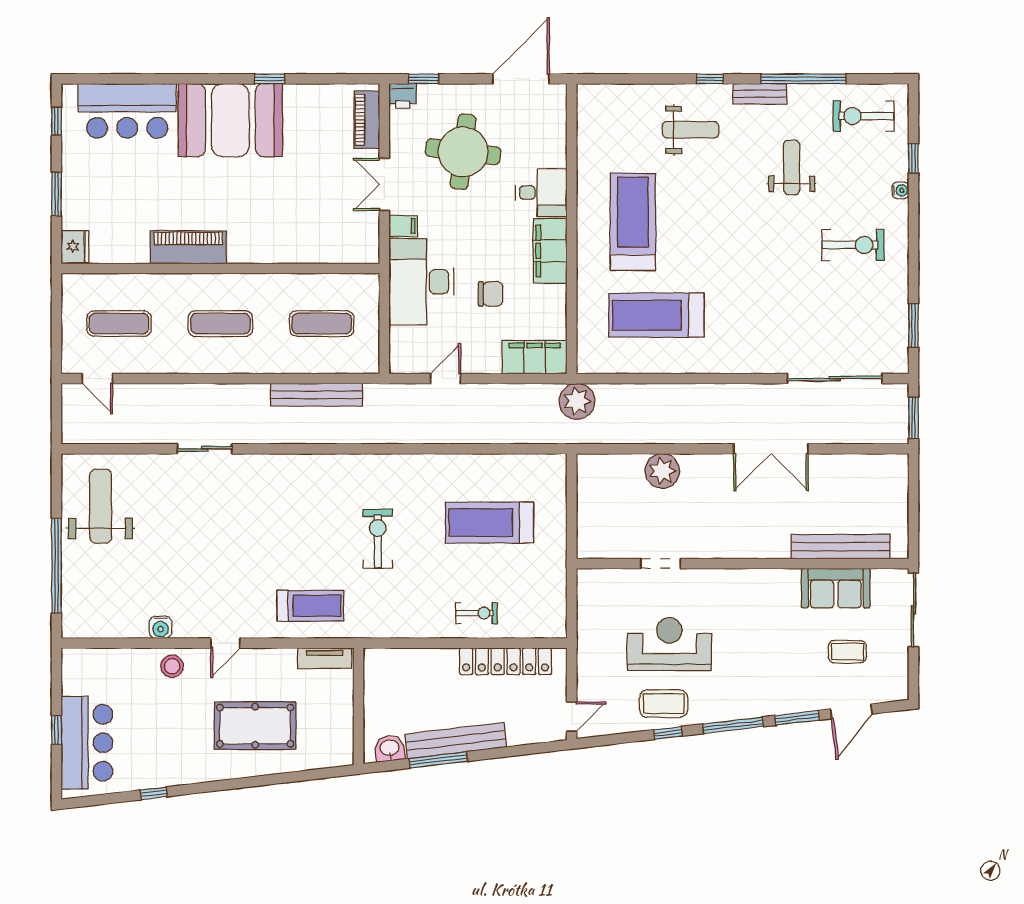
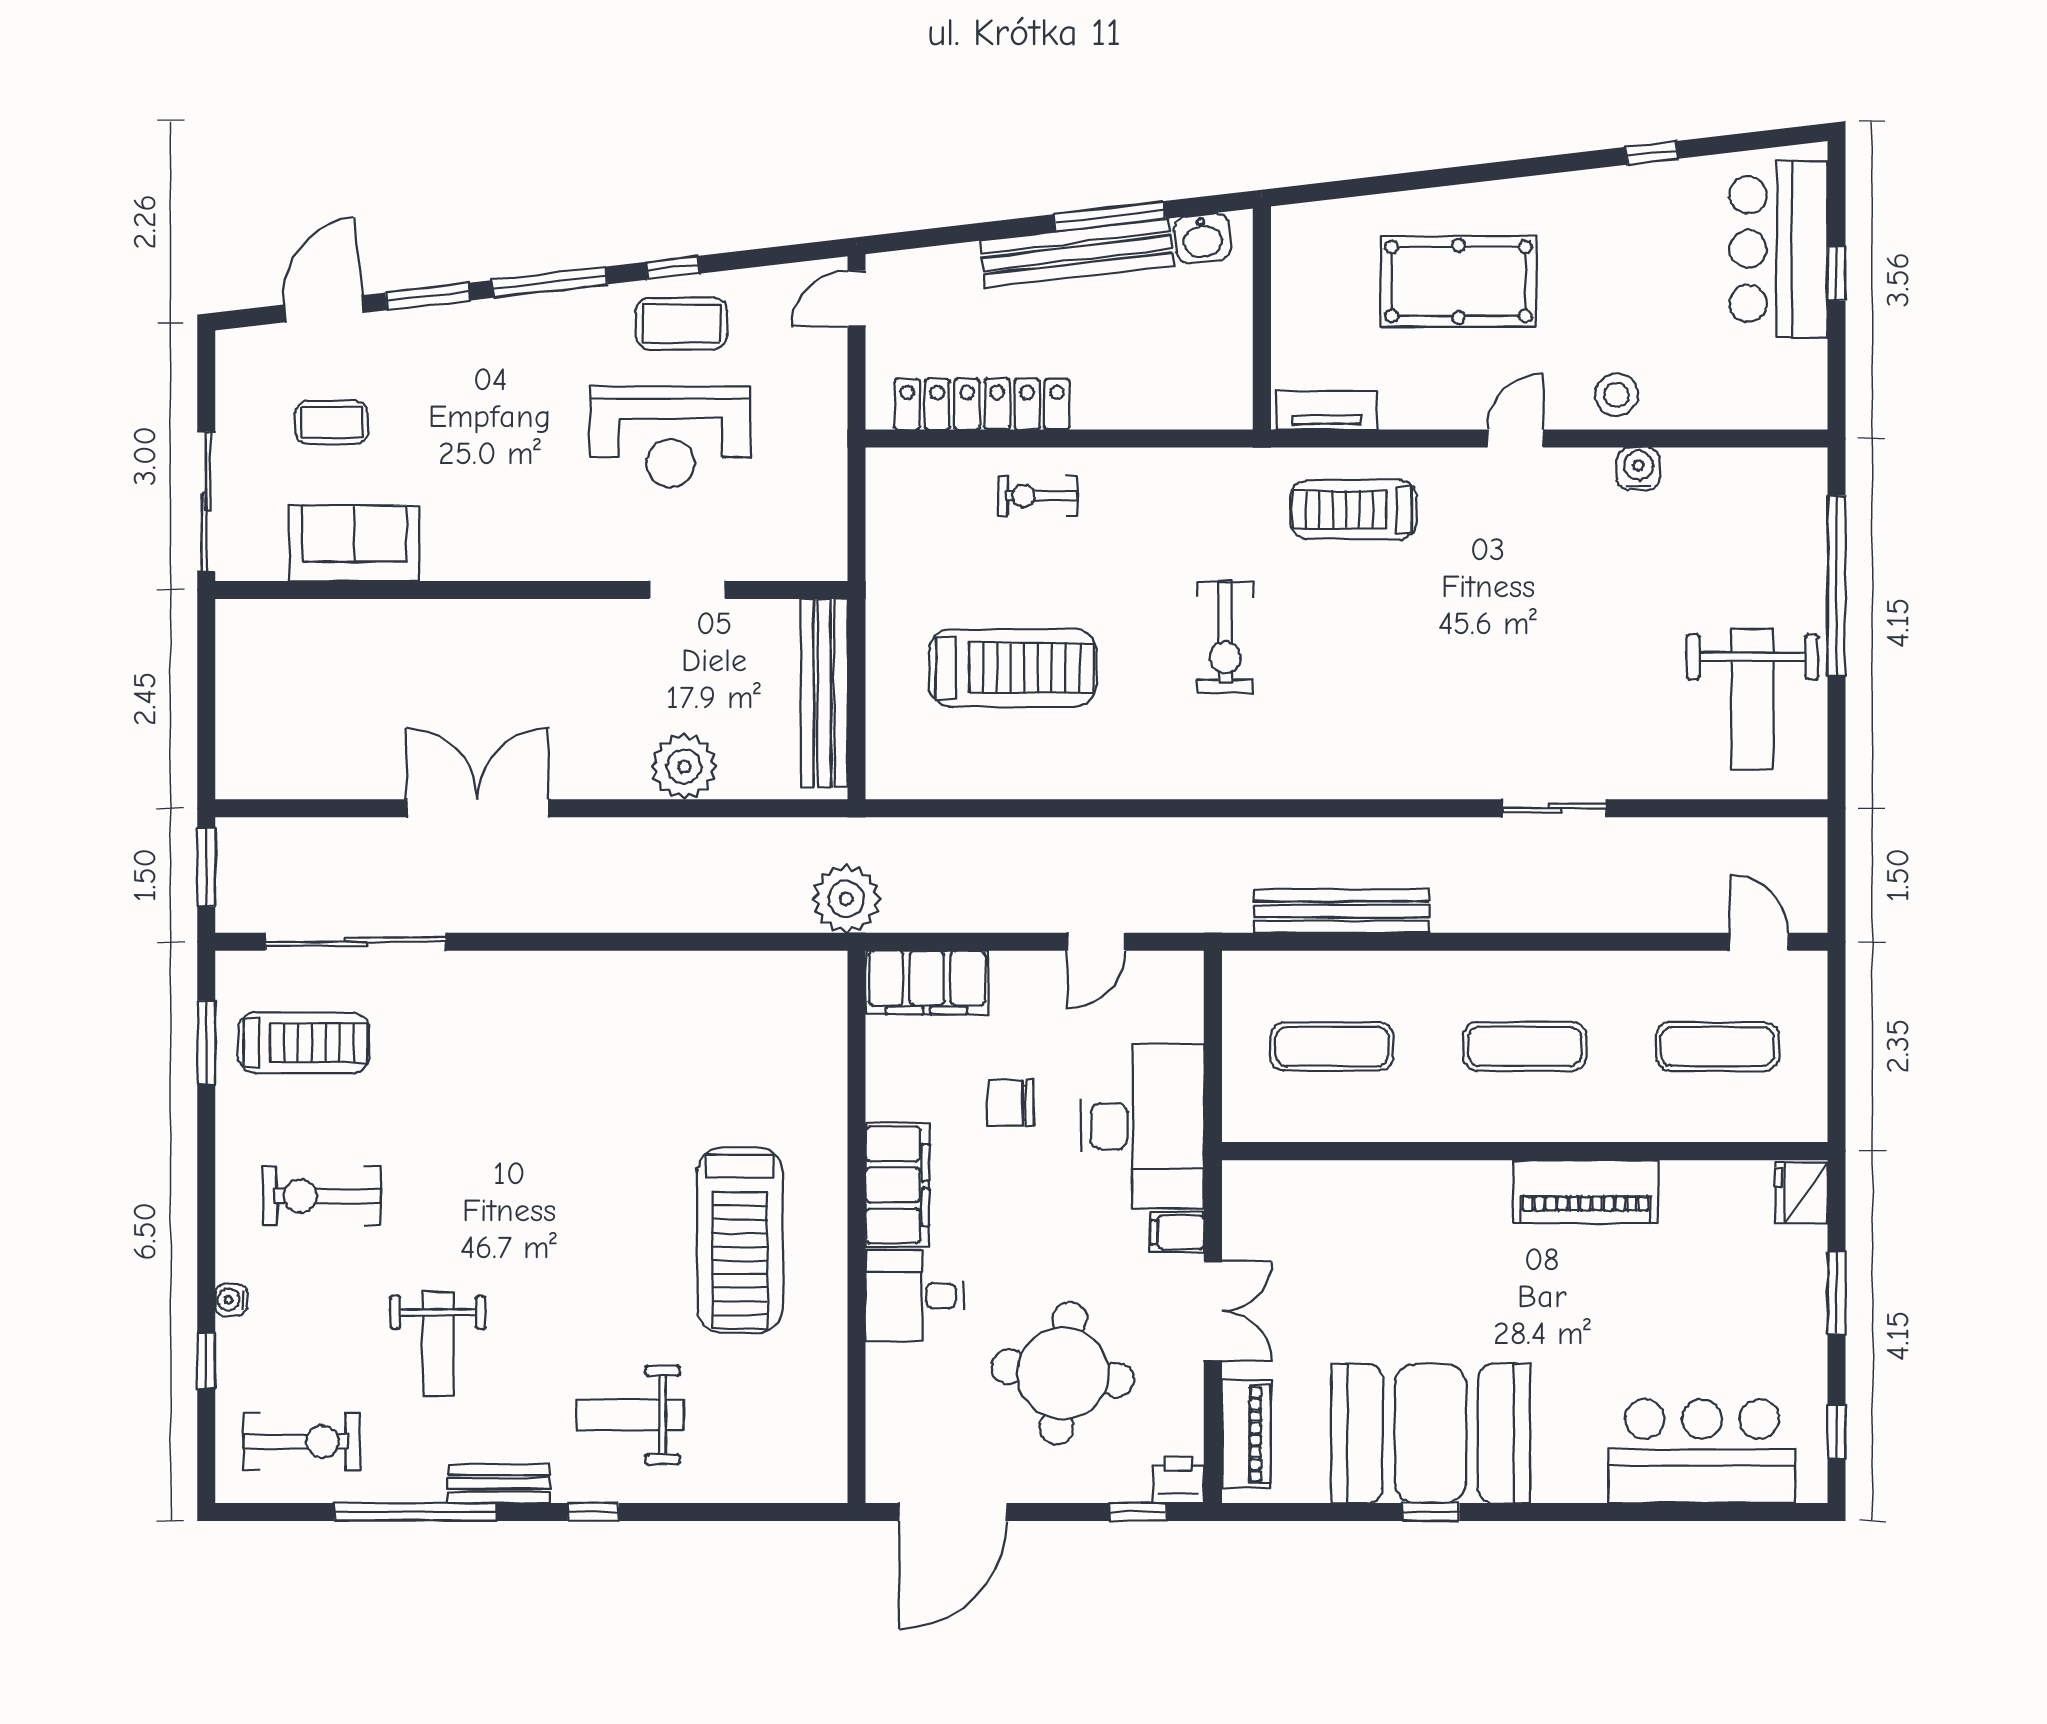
booth: (230, 120) -> (1430, 1433), moved
treadmill: (656, 315) -> (304, 1043), moved, width x0.73, depth x0.73
bench: (841, 547) -> (824, 693), moved, turned 90

